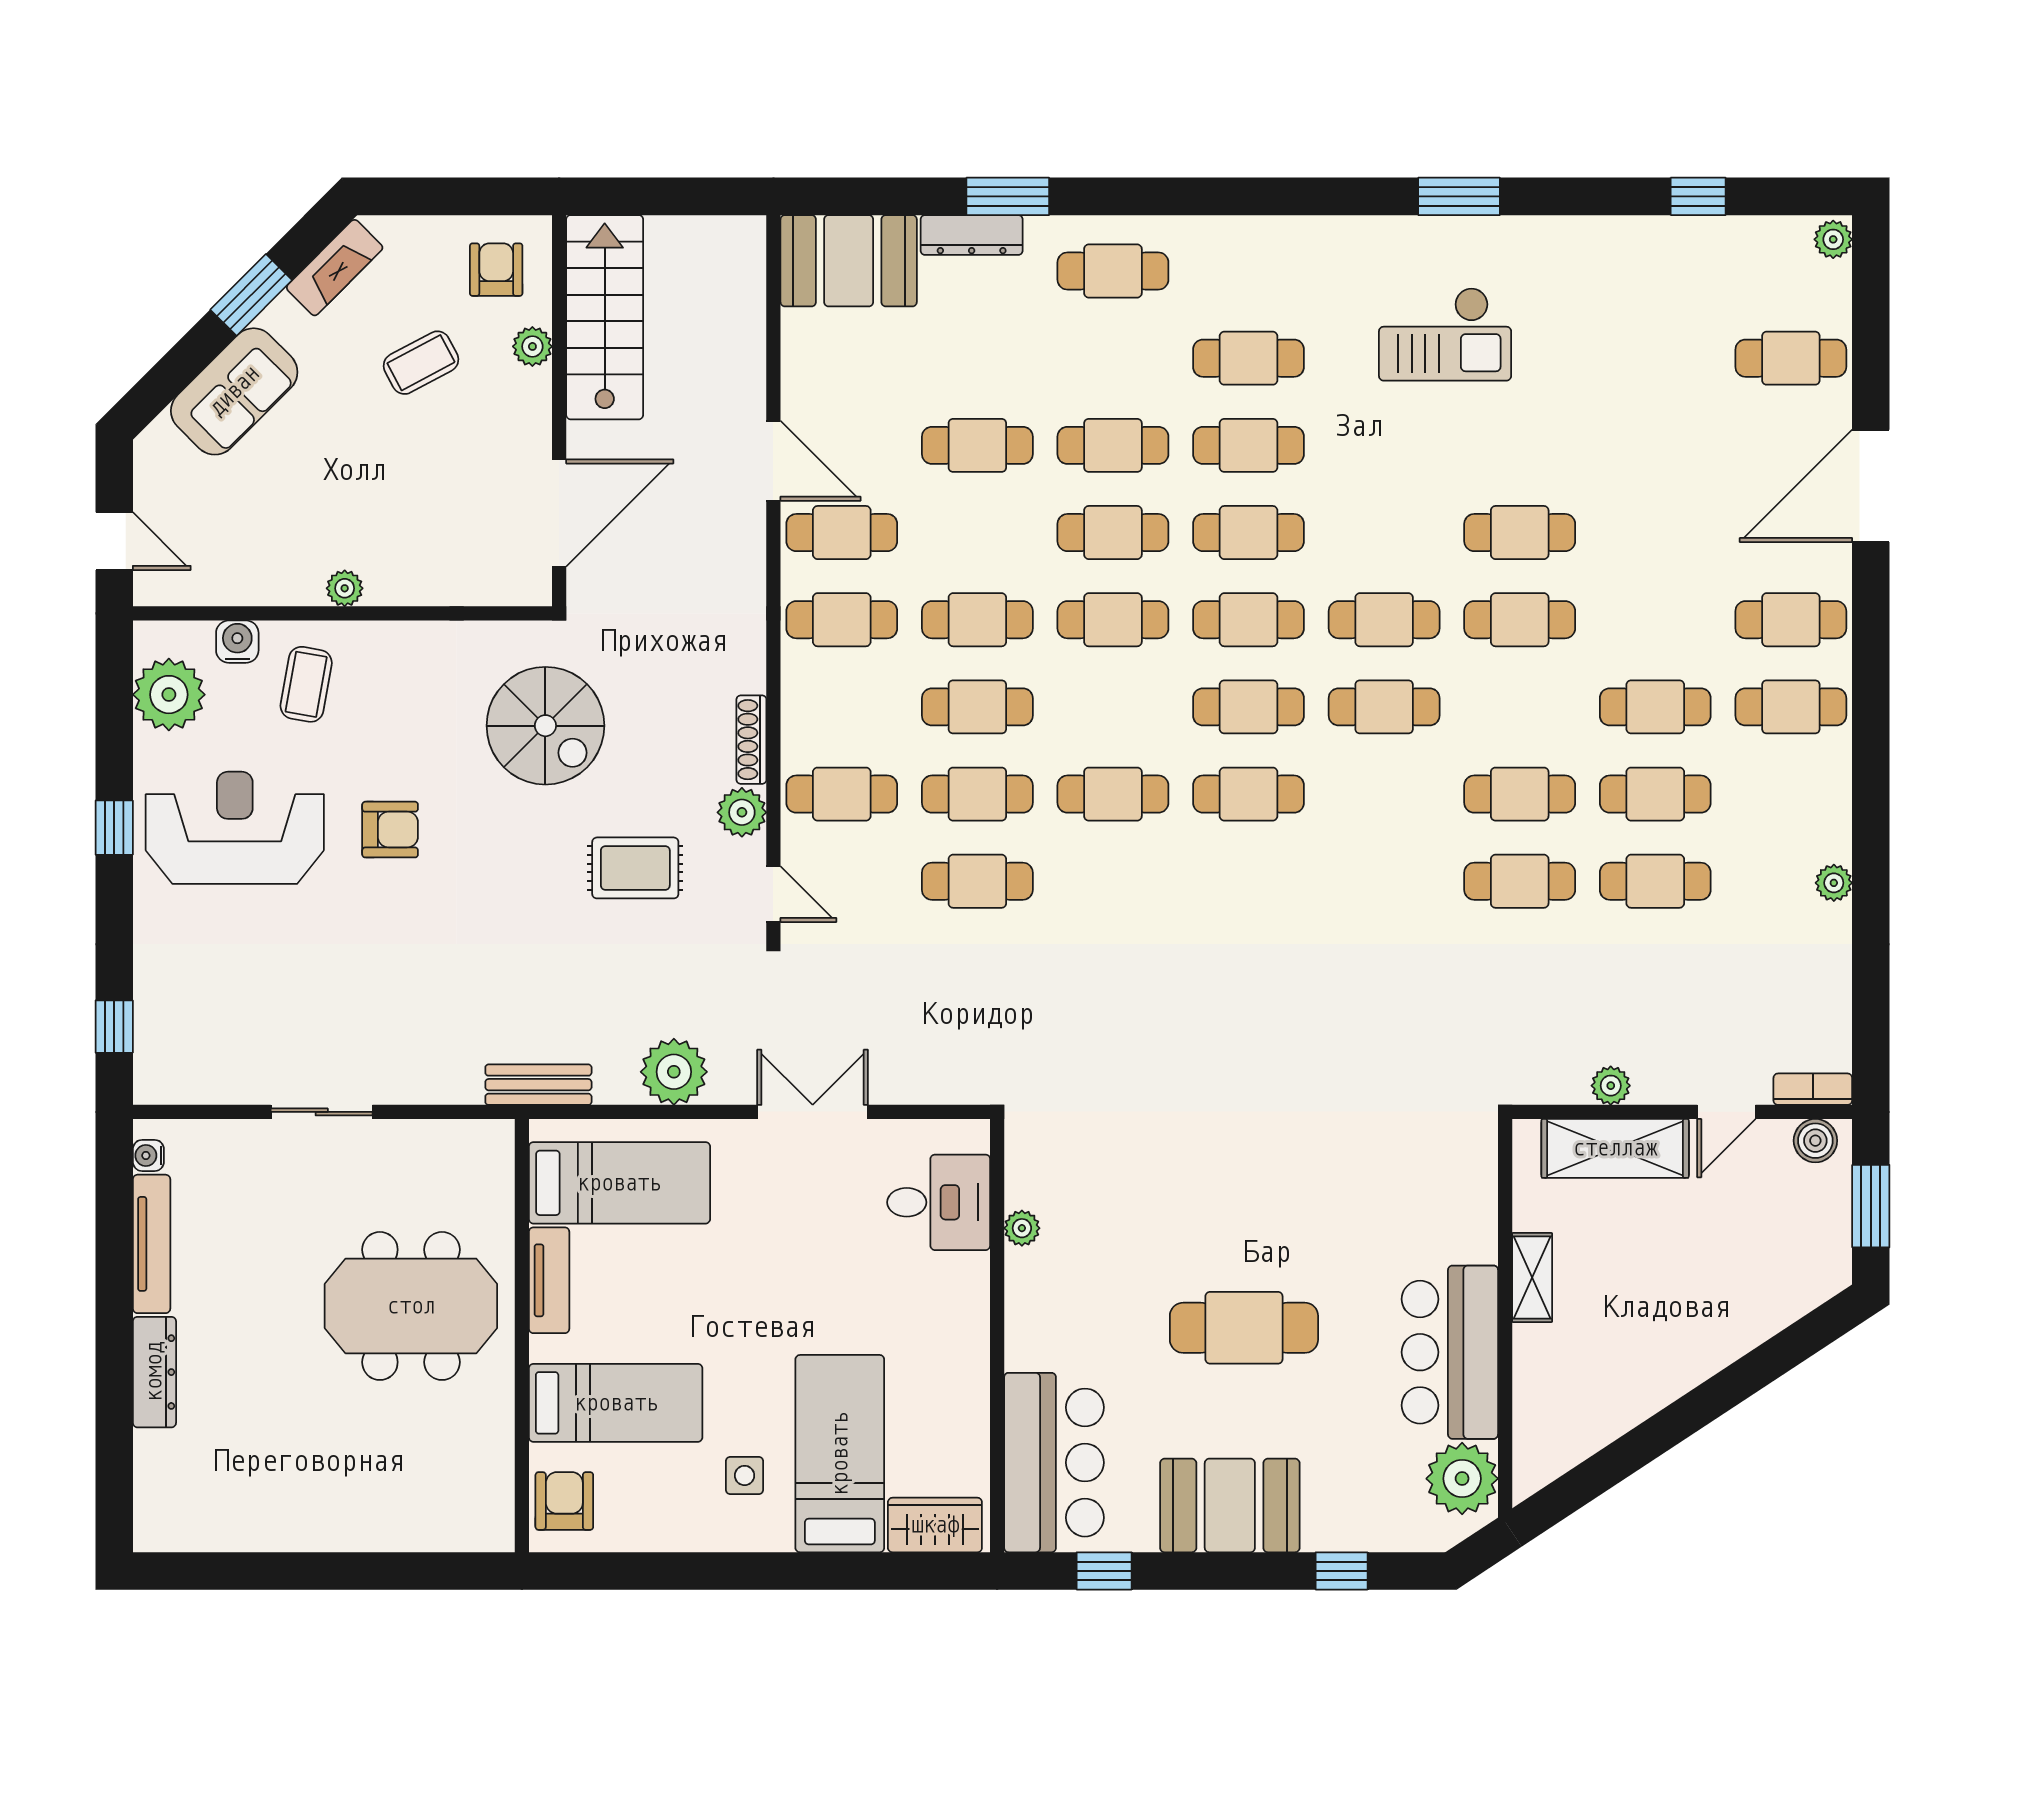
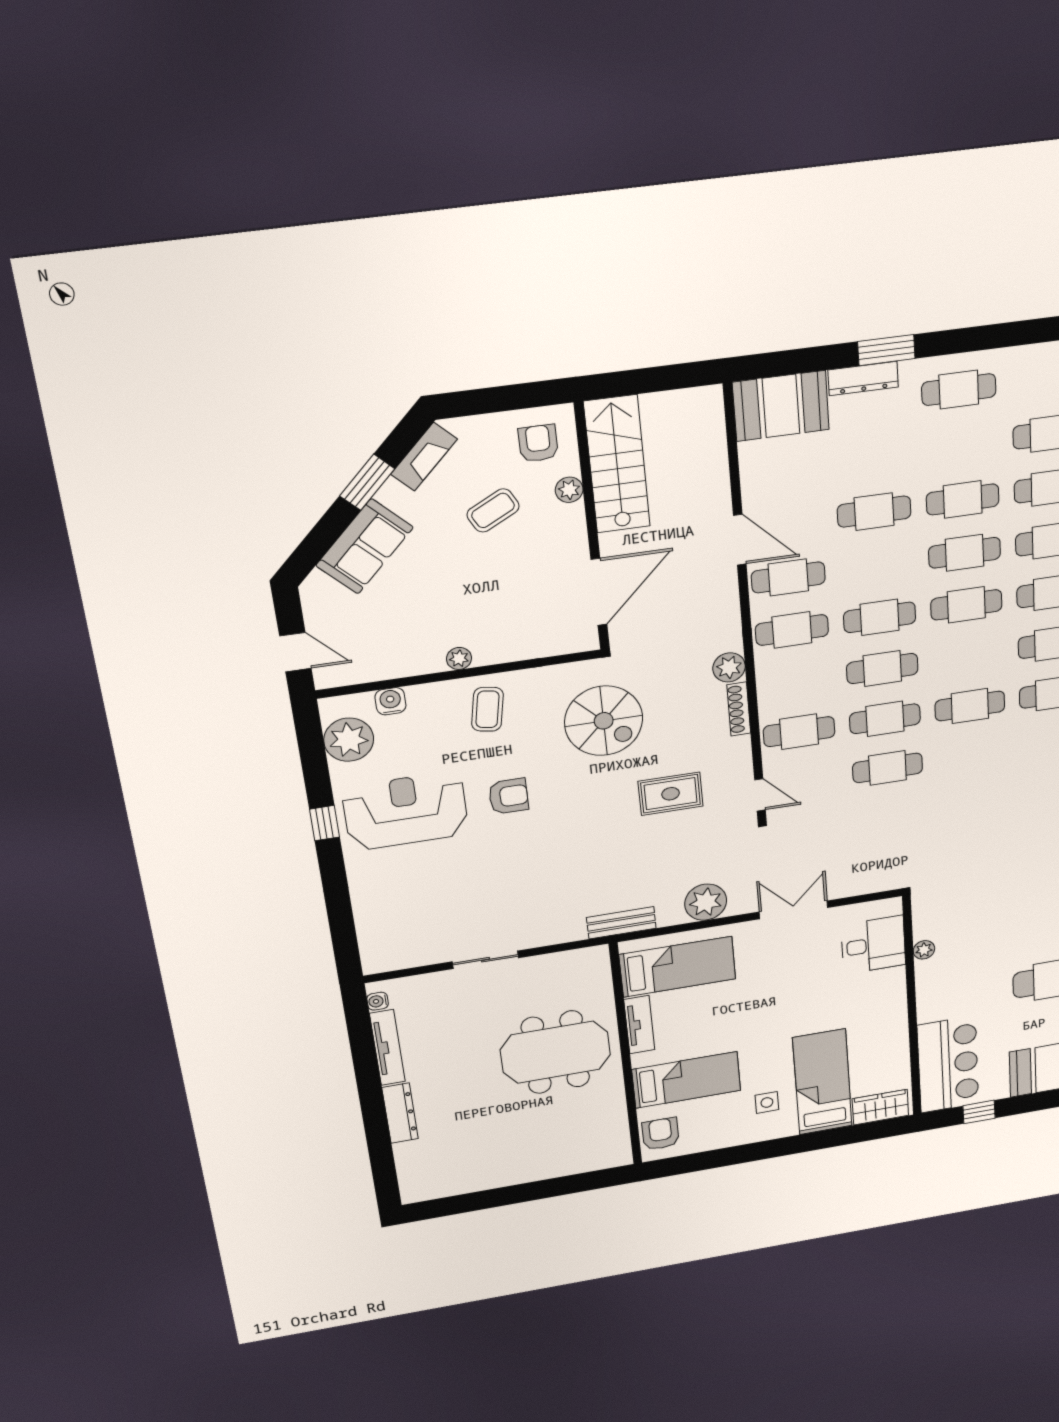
coffee table: (306, 684) -> (487, 709), moved
plant: (742, 812) -> (729, 667), moved
window: (114, 1027) -> (344, 935), removed

